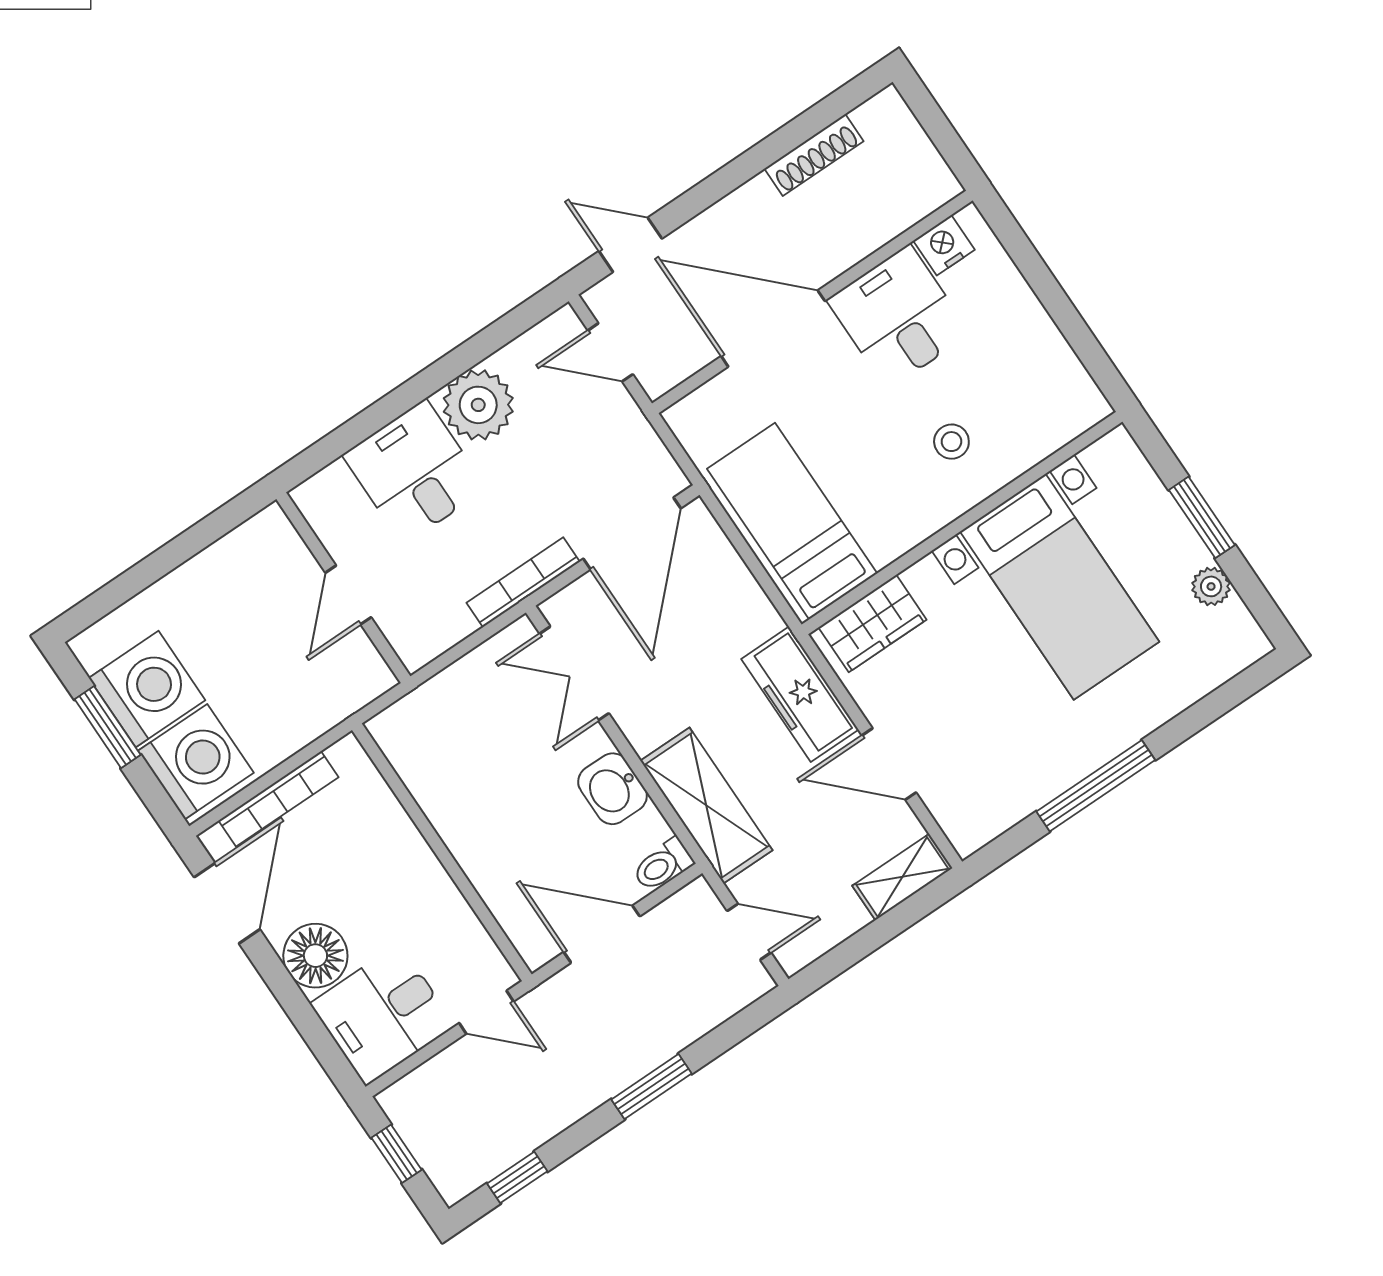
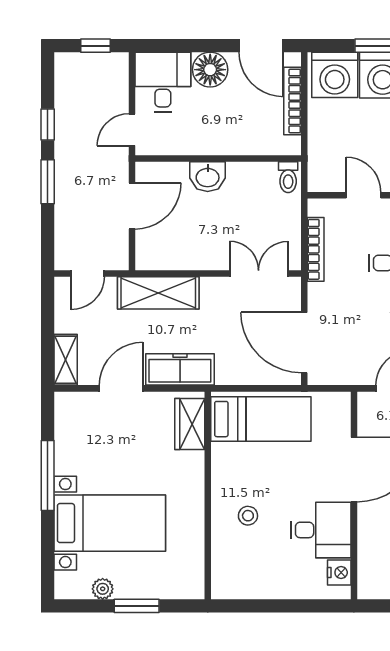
bookcase: (523, 582) -> (316, 249), moved
bed with nightstands: (1060, 587) -> (110, 523), moved, turned 180
washbasin: (613, 789) -> (208, 177), moved, turned 180
toilet: (663, 865) -> (288, 177), moved, turned 180
window: (517, 1177) -> (48, 125), moved

